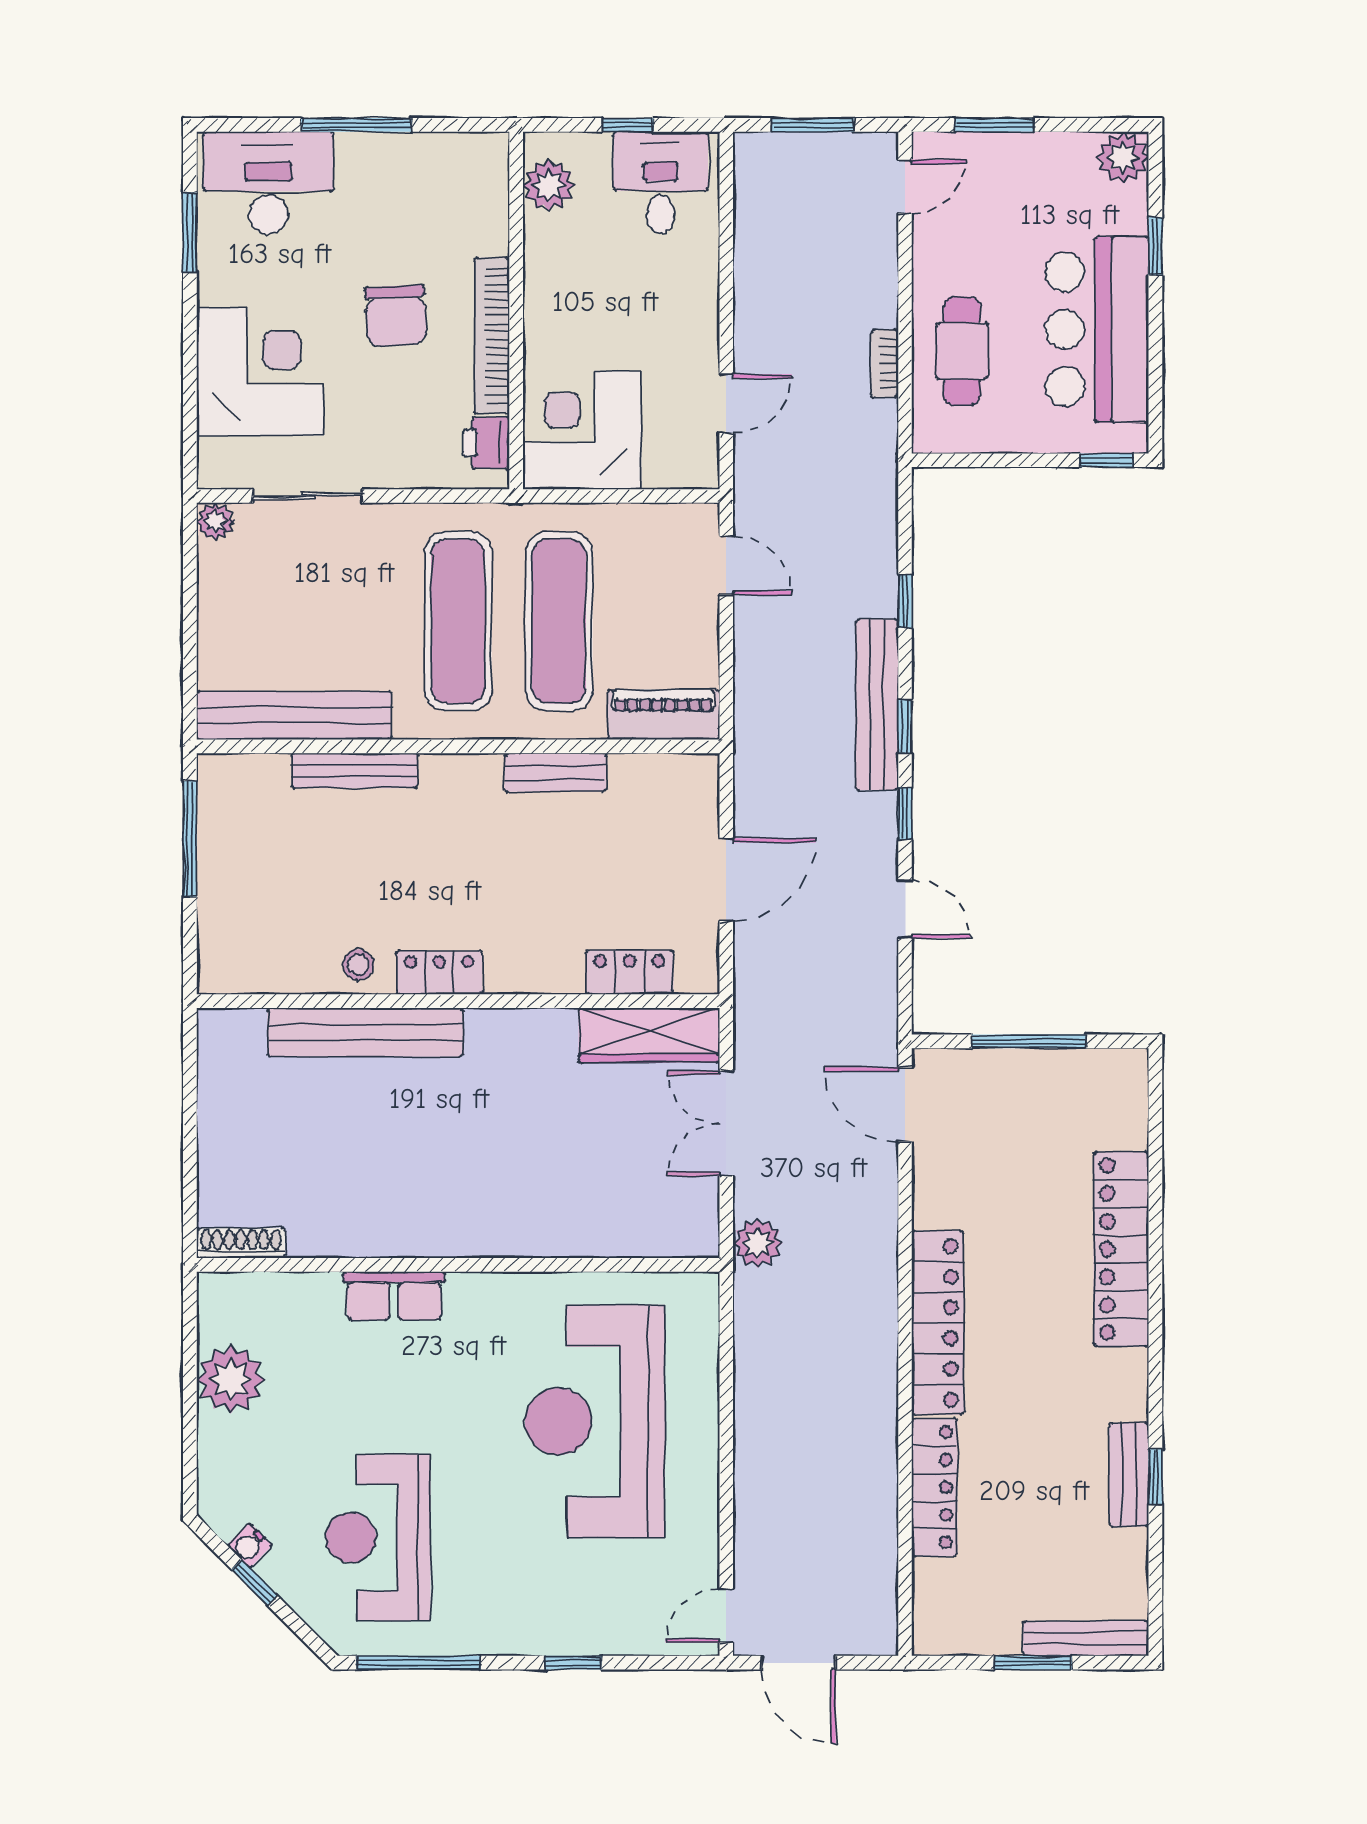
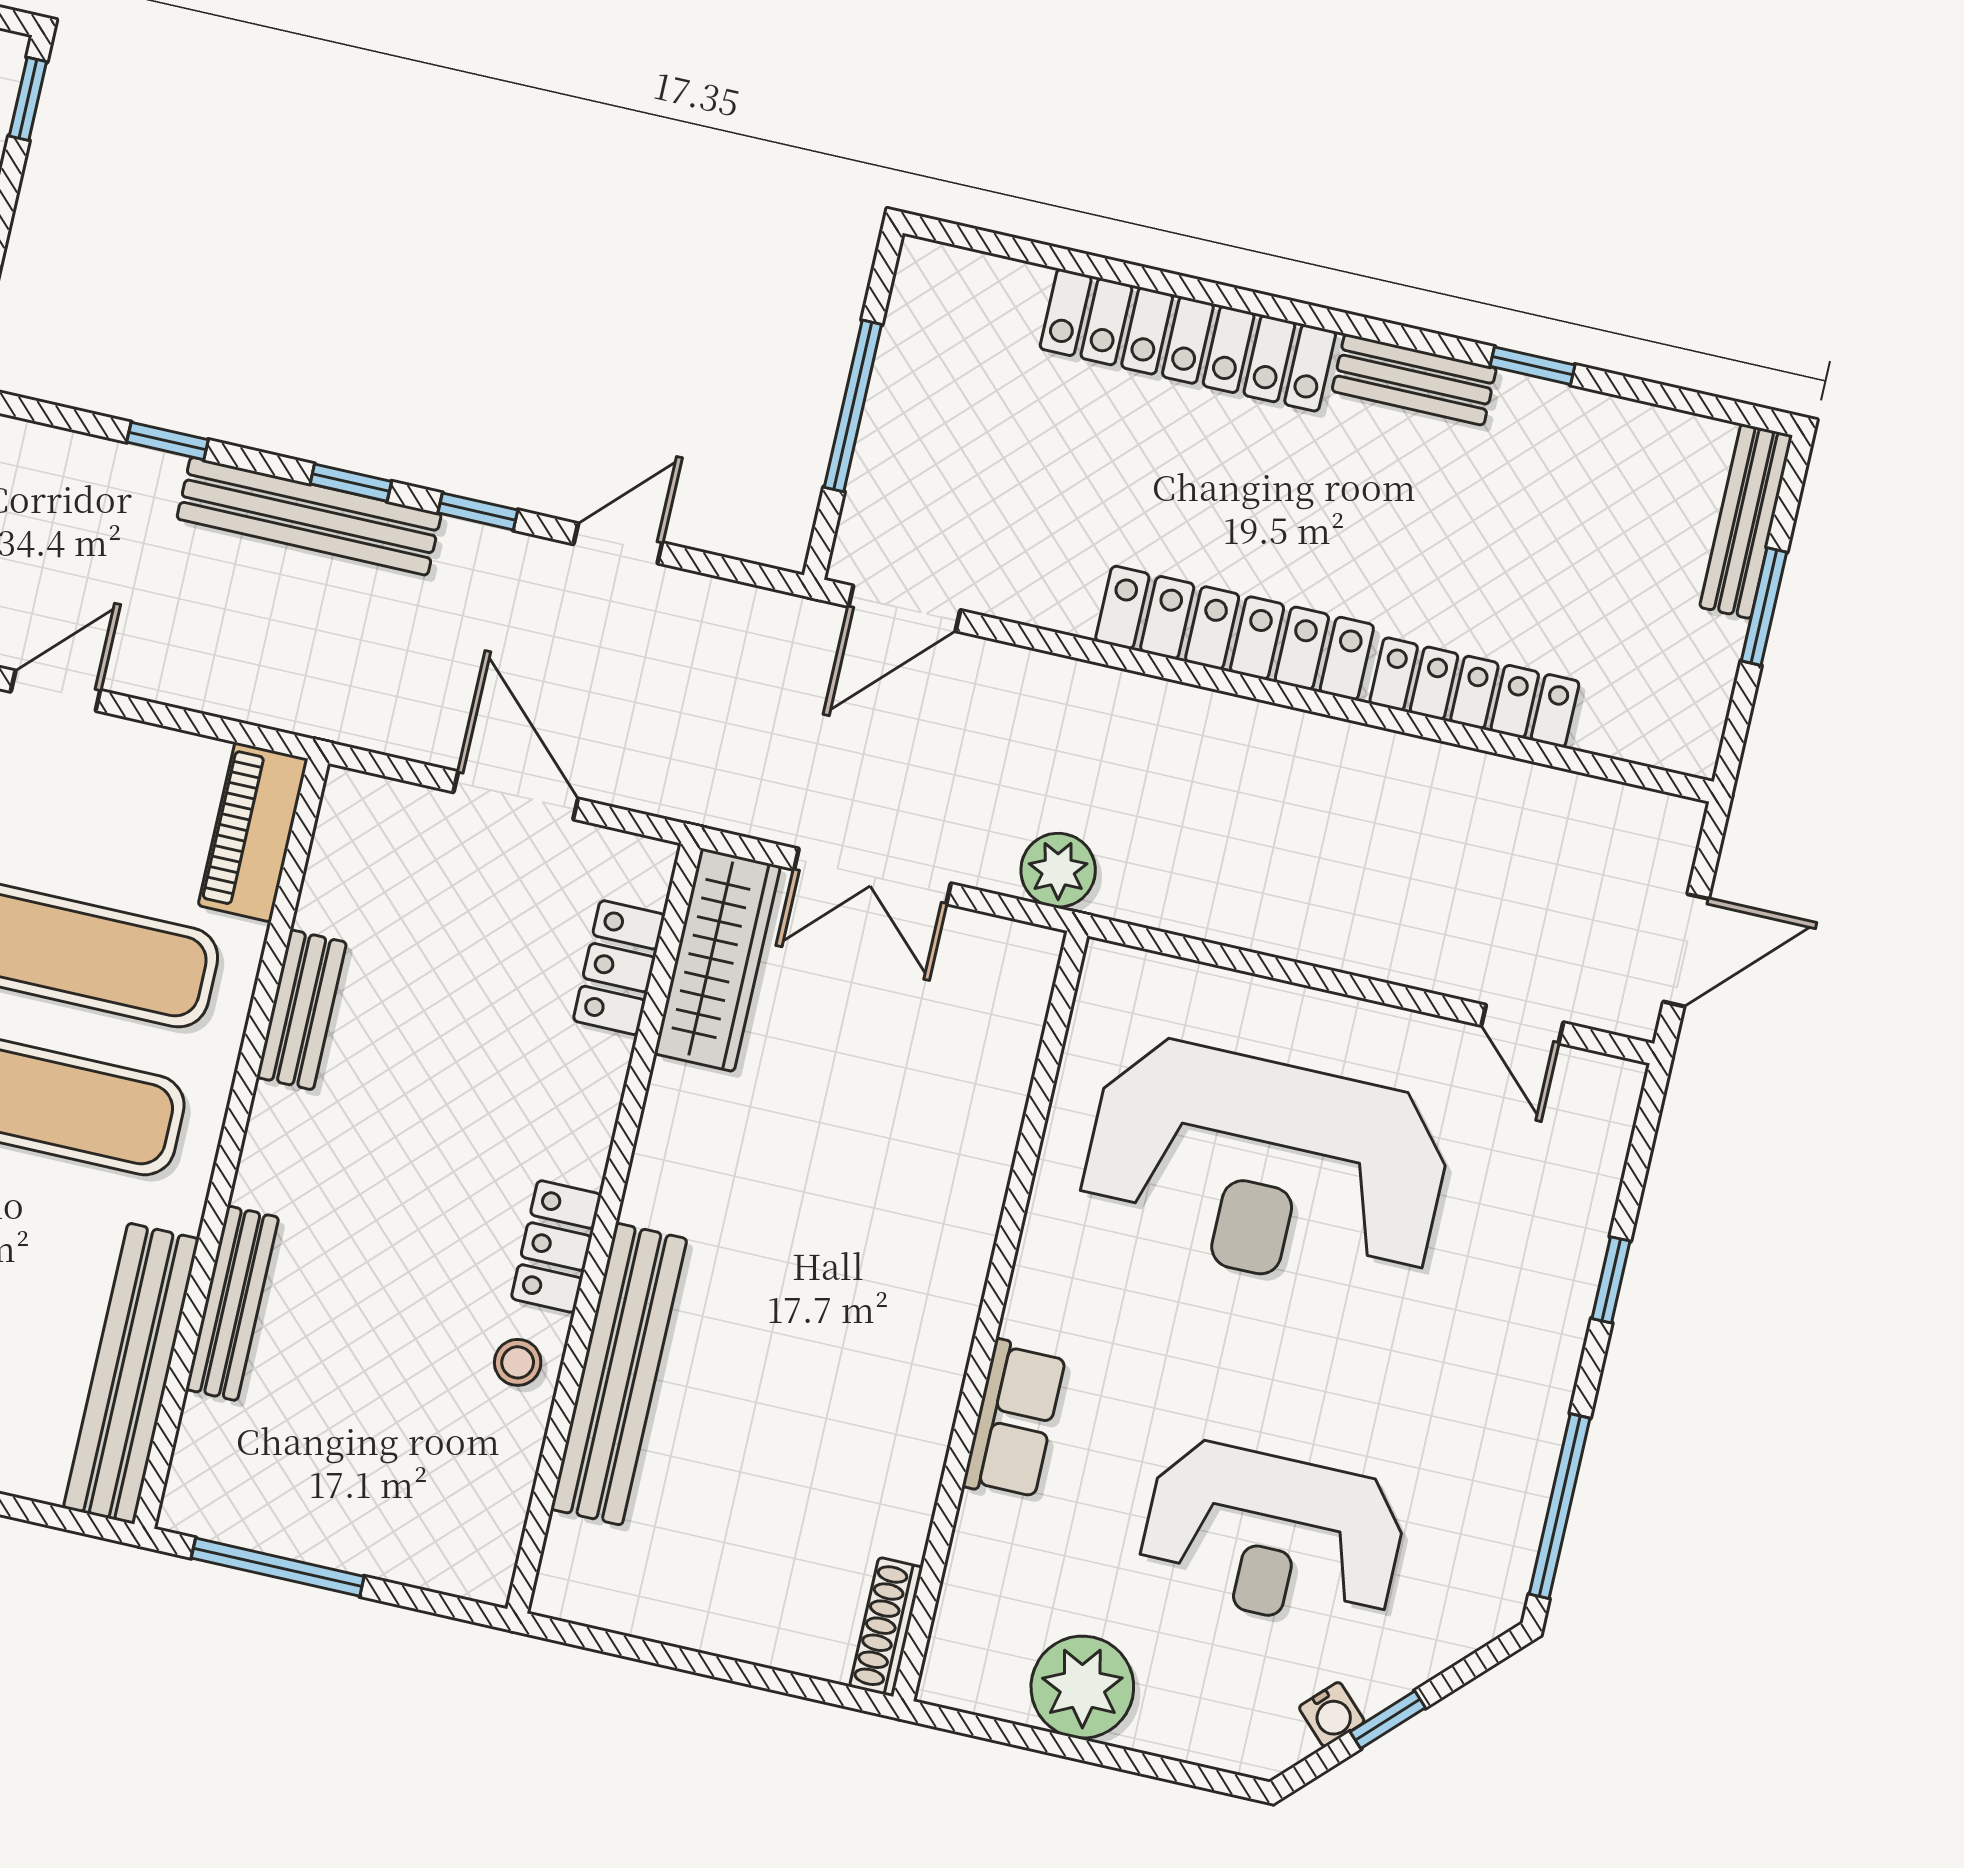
bench: (1129, 1475) -> (1414, 380), moved
reception desk: (378, 1538) -> (1273, 1536), moved
door: (726, 1616) -> (1522, 1024), moved

